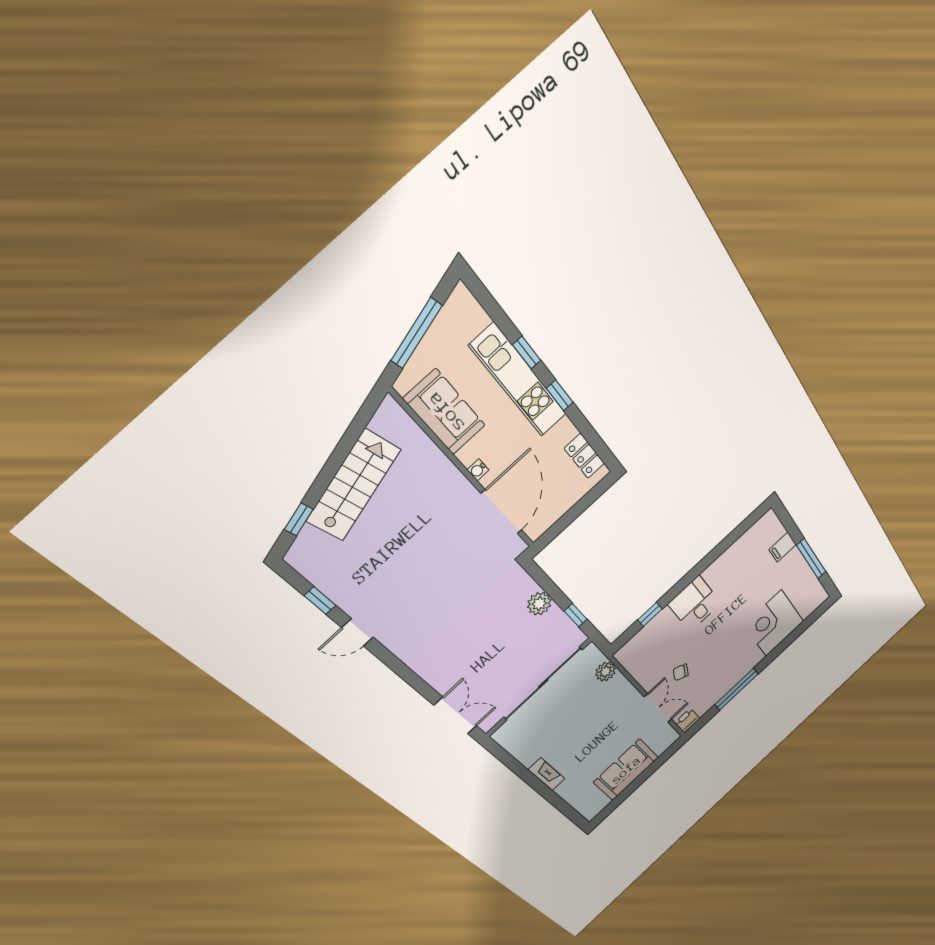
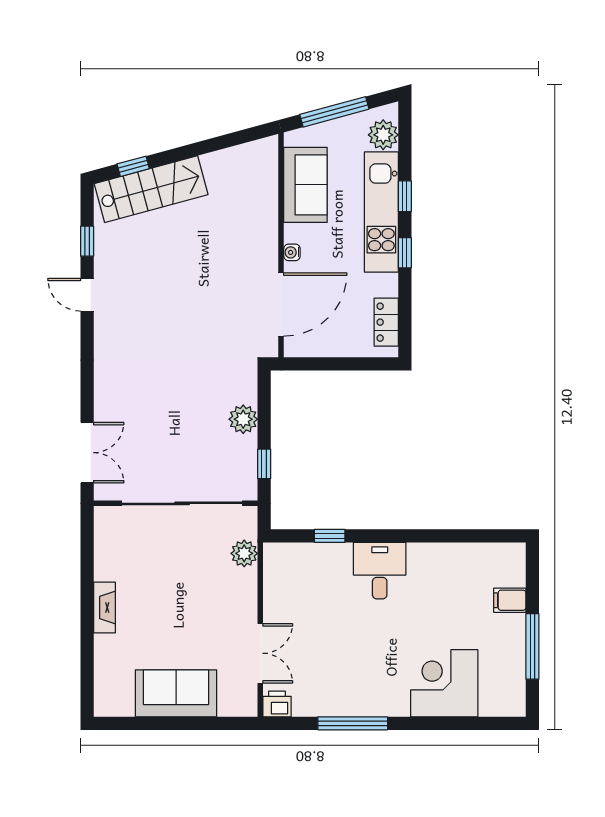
plant: (471, 318) -> (383, 135), added
stairs: (354, 485) -> (151, 189), moved
chair: (681, 672) -> (312, 636), removed

